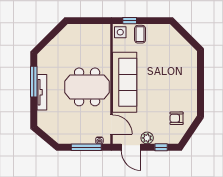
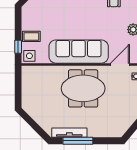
meeting table: (87, 87) -> (83, 88), turned 90
tv unit: (42, 92) -> (69, 133), moved

